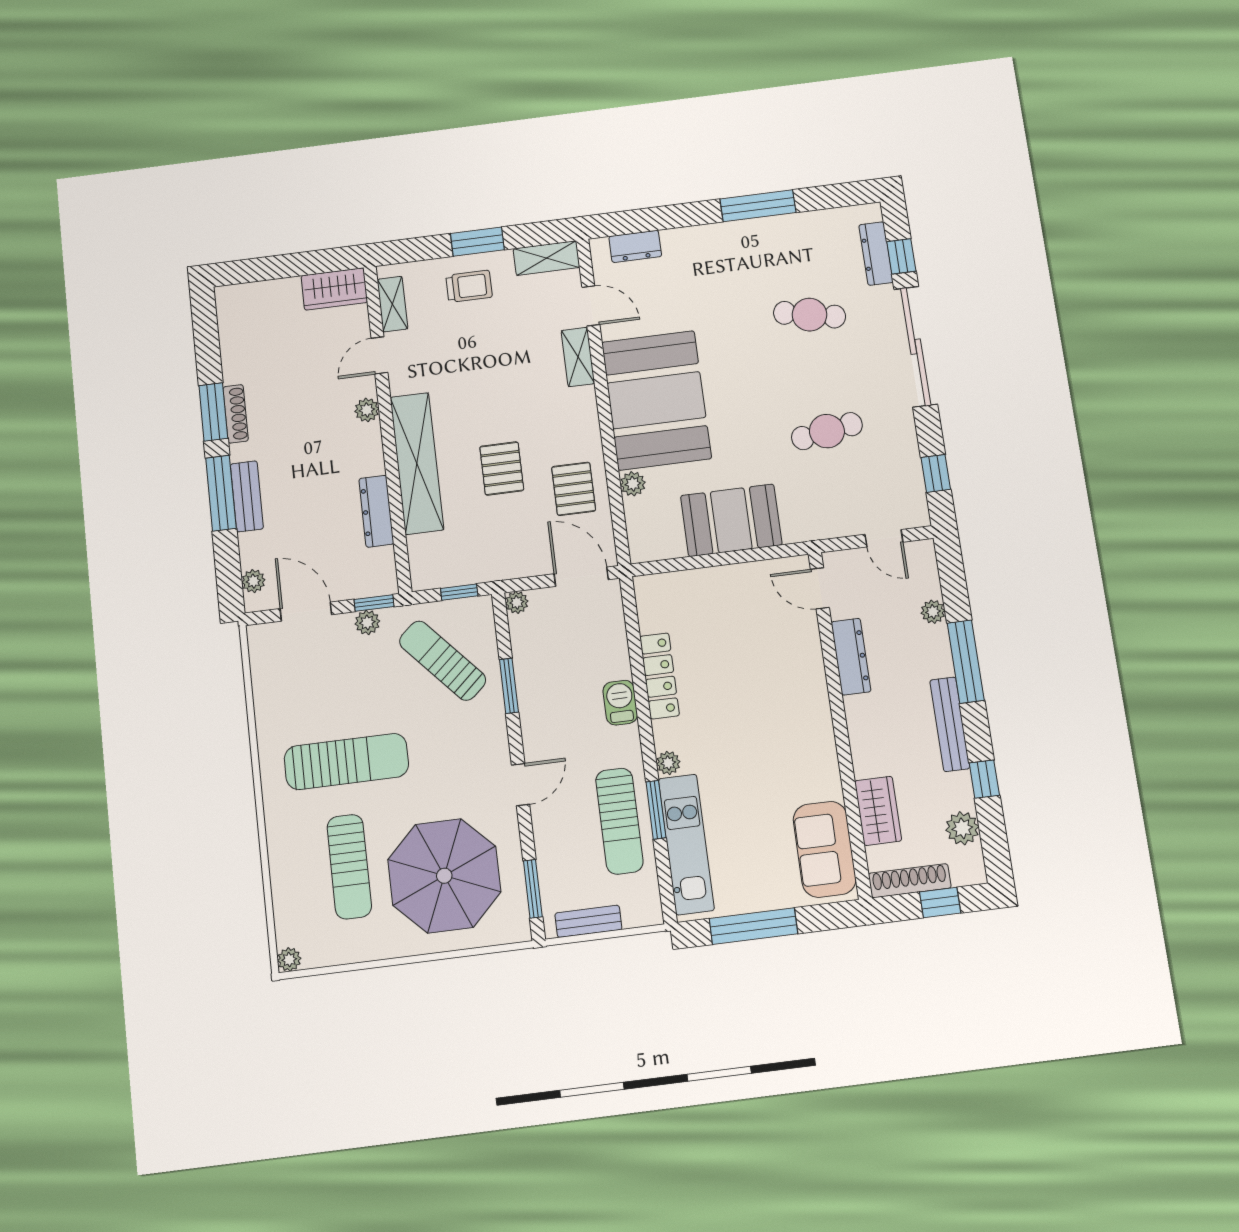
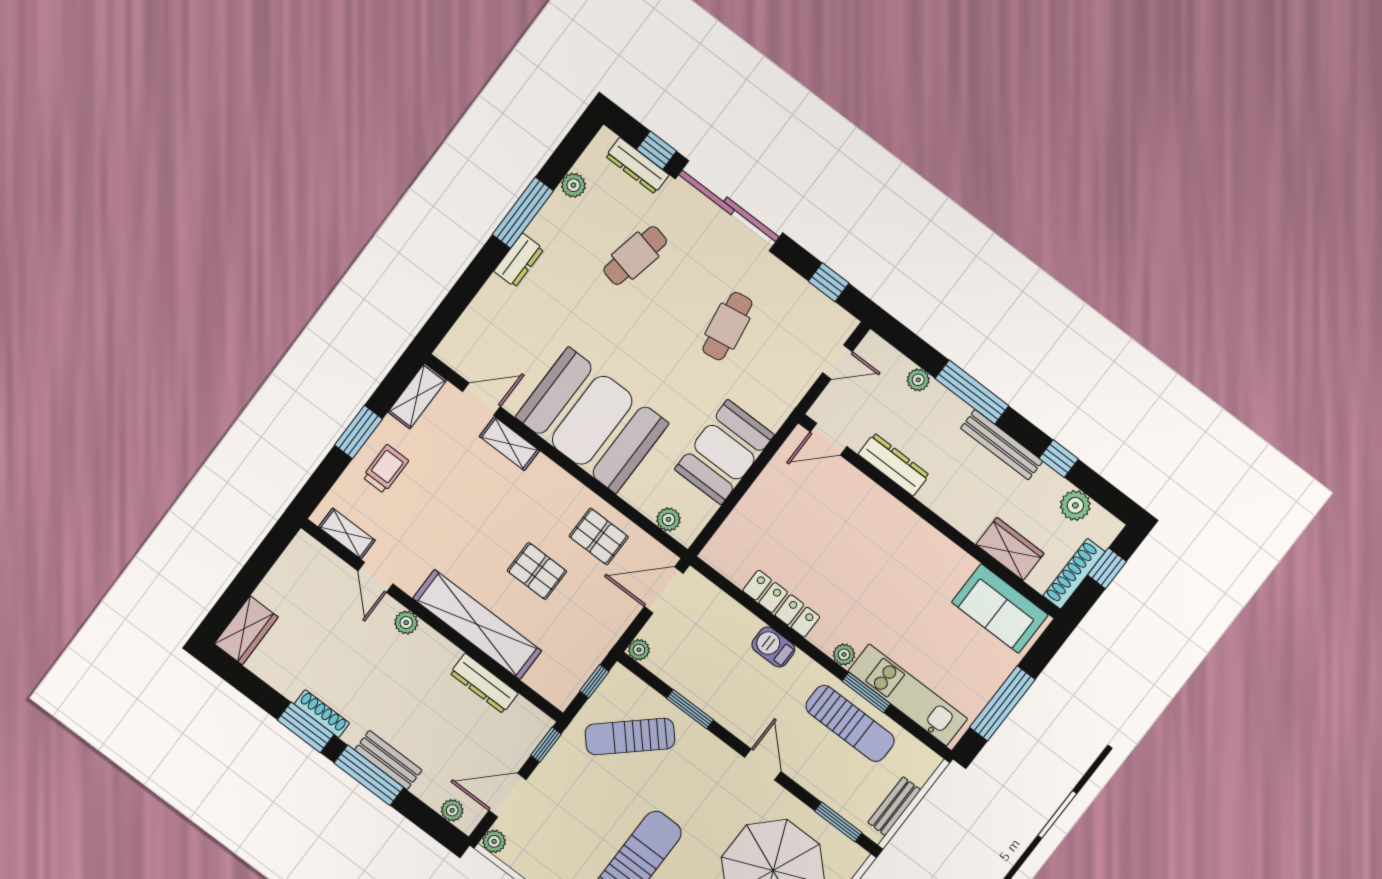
plant: (815, 222) -> (573, 185), added
dresser: (635, 246) -> (519, 260), moved
wardrobe: (334, 289) -> (246, 630), moved
plant: (633, 484) -> (668, 519), moved
plant: (367, 622) -> (494, 841), moved

